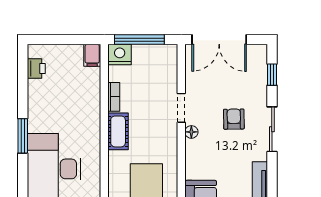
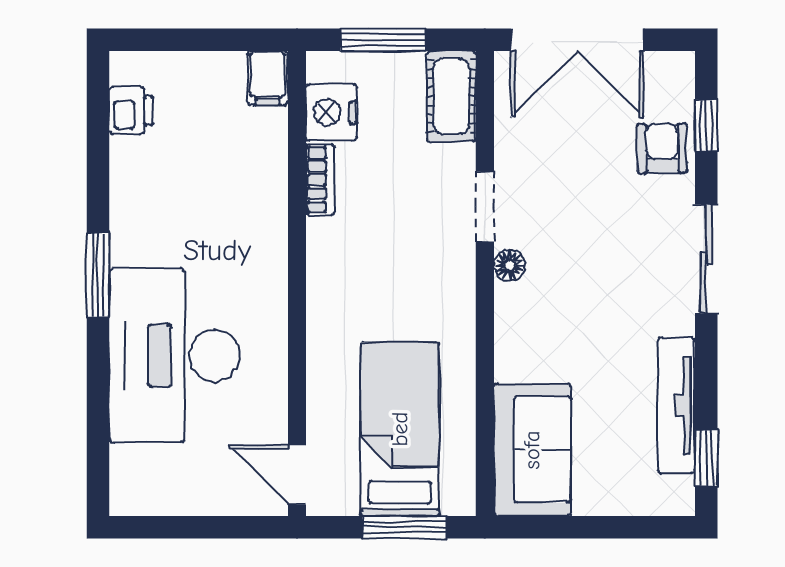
window: (139, 40) -> (383, 40), width x0.69
nightstand: (120, 55) -> (331, 112), moved, turned -90
armchair: (234, 119) -> (662, 148), moved
cot: (118, 131) -> (451, 96), moved

